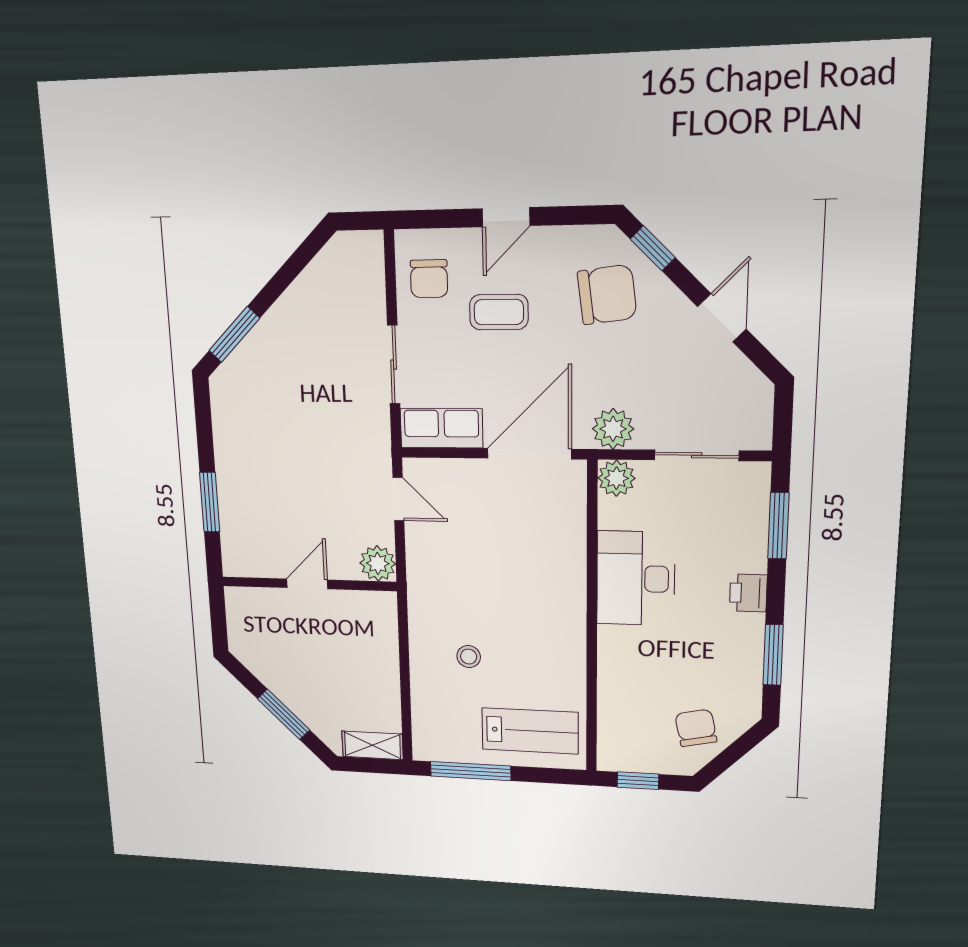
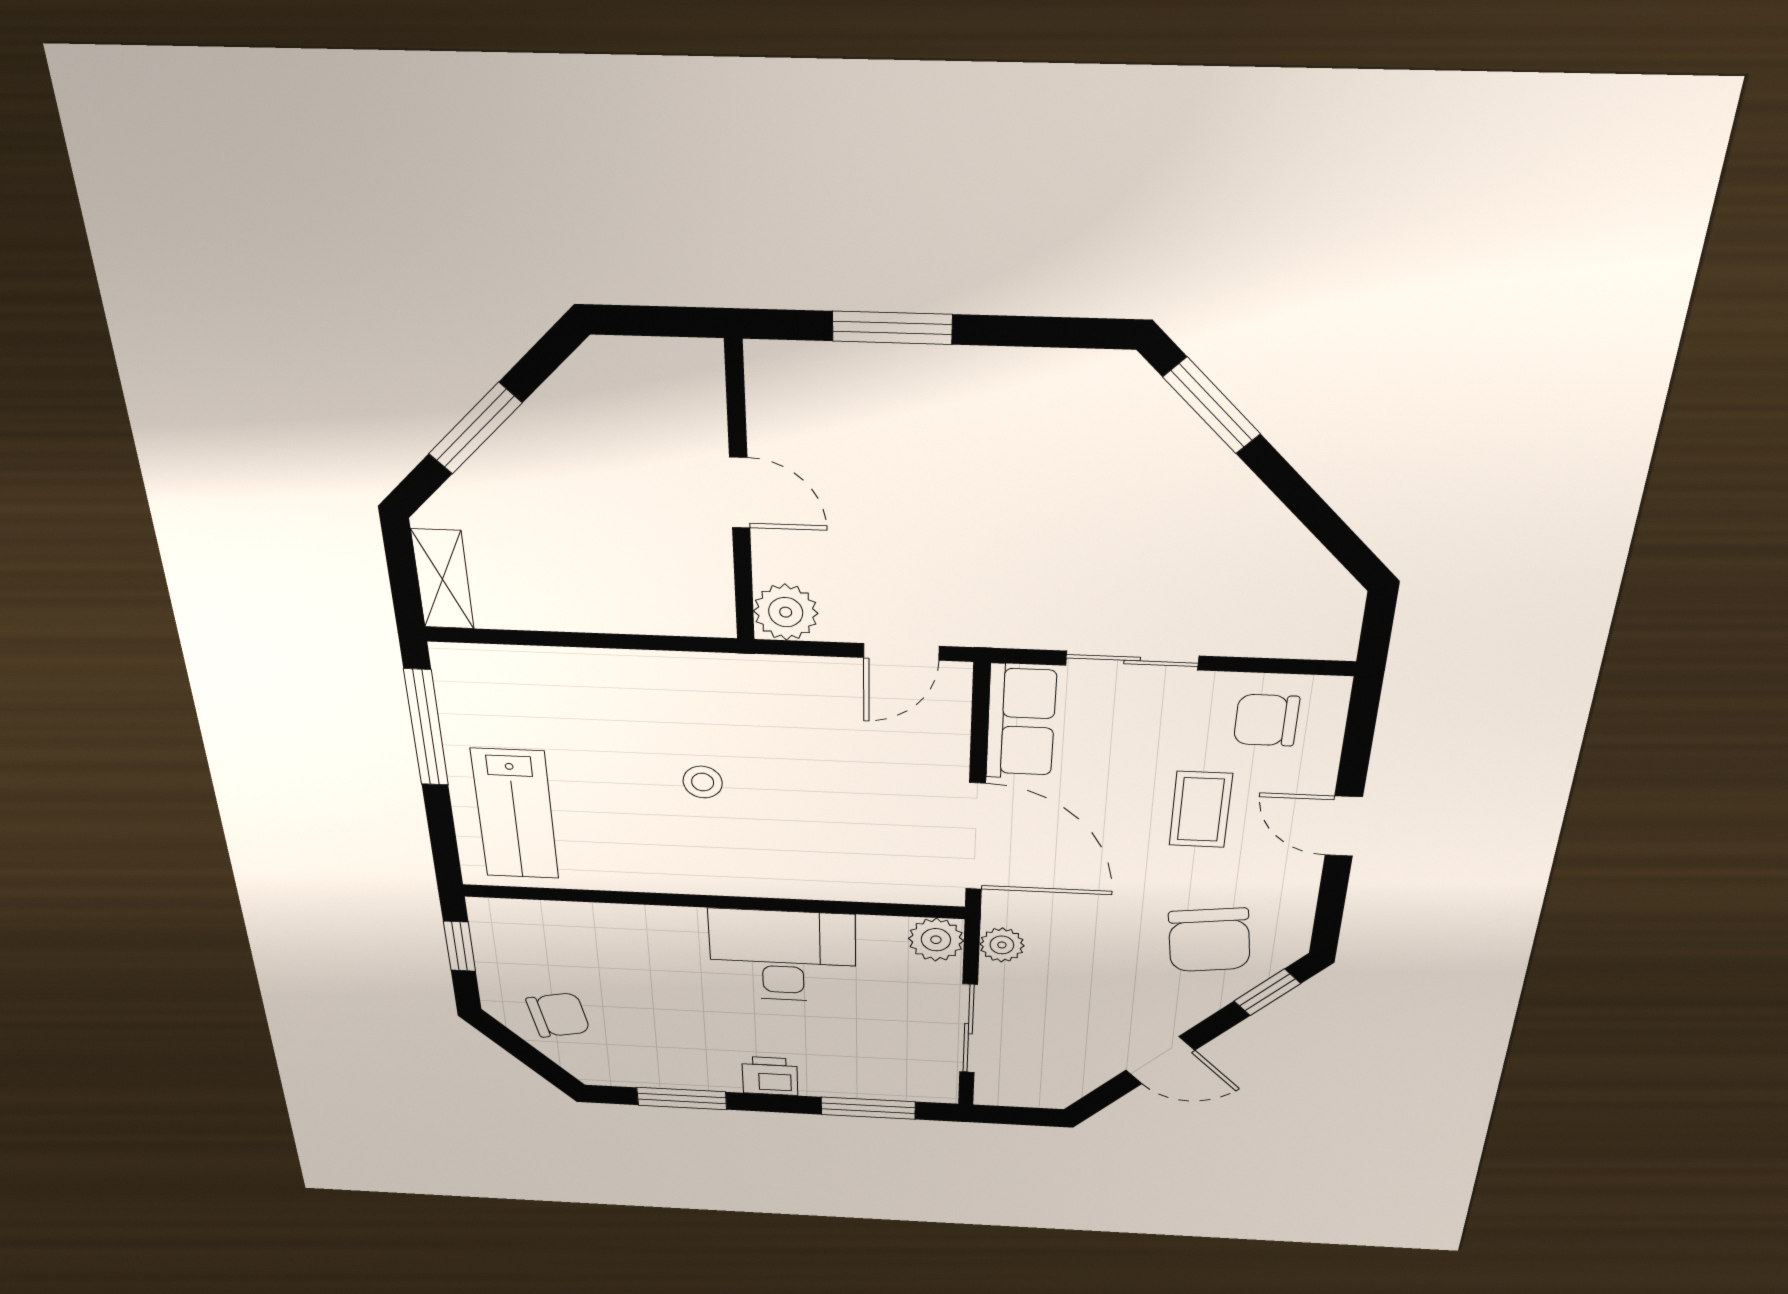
plant: (613, 429) -> (1002, 945), width x0.73, depth x0.73
stool: (469, 657) -> (703, 782), moved

